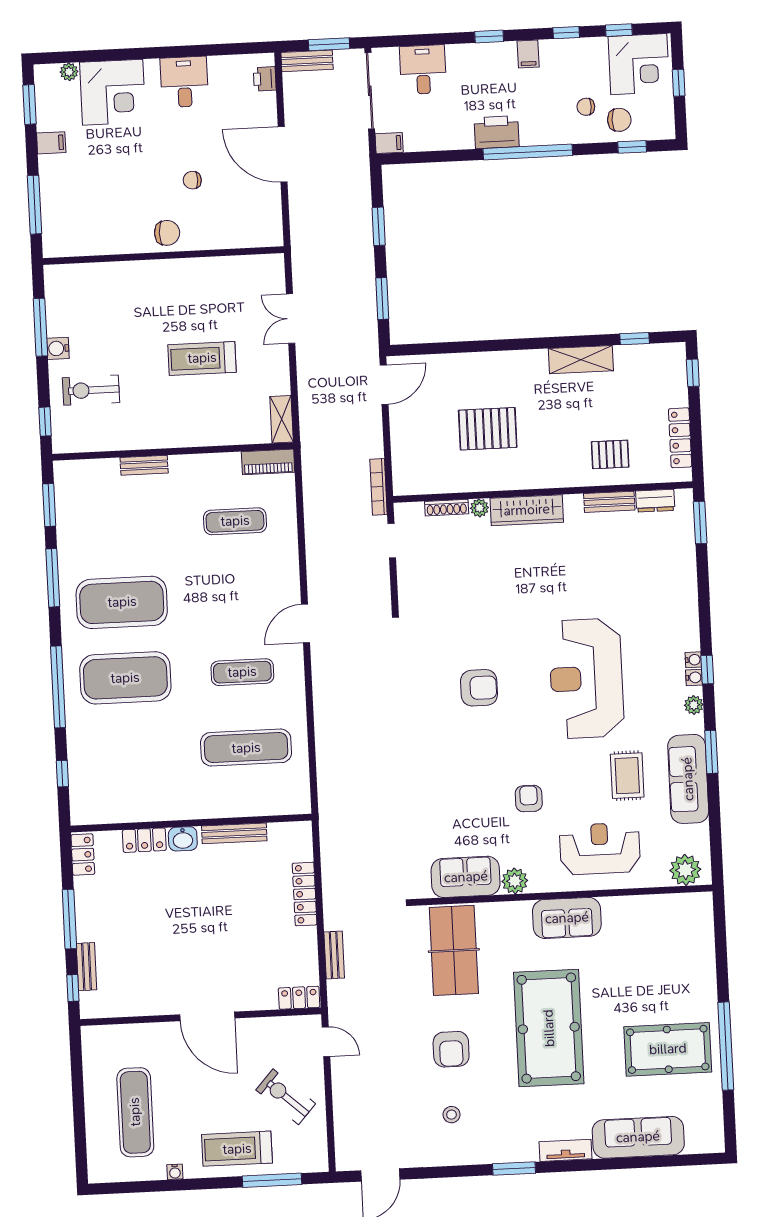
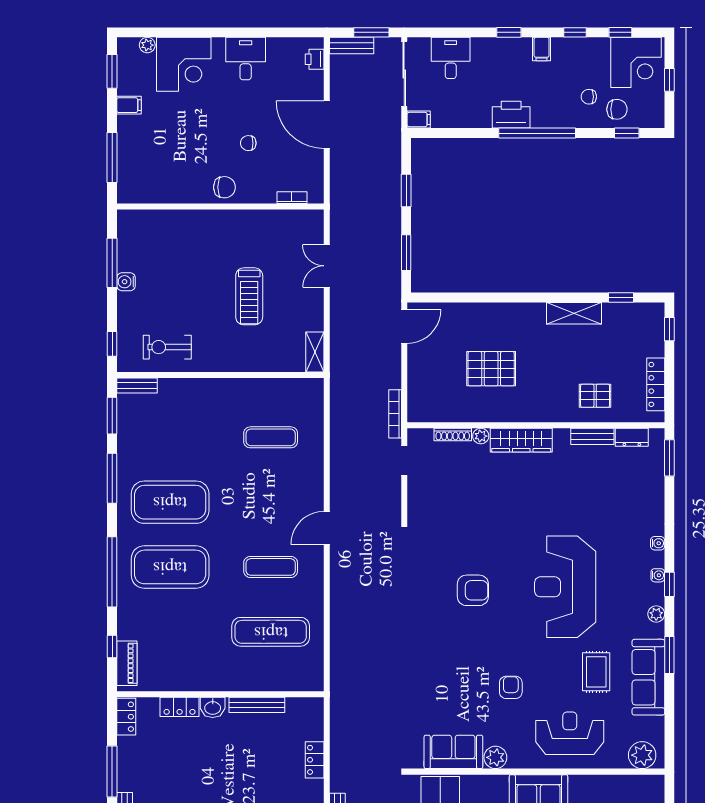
bookcase: (246, 241) -> (292, 198), added
treadmill: (202, 358) -> (249, 296), turned -90
exercise bike: (91, 390) -> (167, 347), moved
piano: (268, 462) -> (127, 663), moved, turned -90
bench: (144, 465) -> (137, 386), moved
water cooler: (694, 677) -> (658, 543), moved
locker: (305, 894) -> (315, 760), width x0.66

